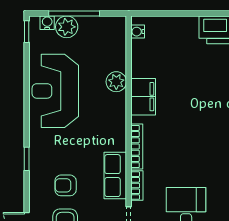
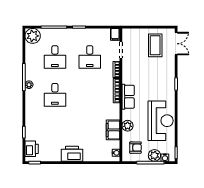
filing cabinet: (143, 97) -> (113, 130), moved
row of seats: (115, 176) -> (128, 97), moved
armchair: (66, 185) -> (136, 148), moved

